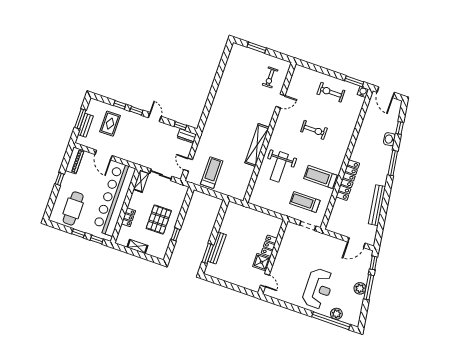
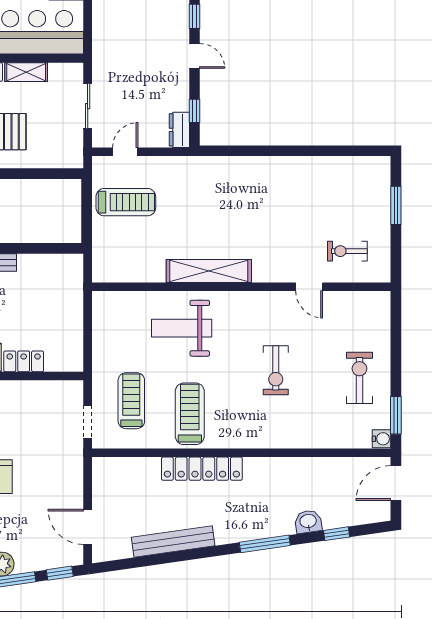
door: (155, 117) -> (195, 56), hinge flipped
shelving: (141, 181) -> (26, 72), moved

